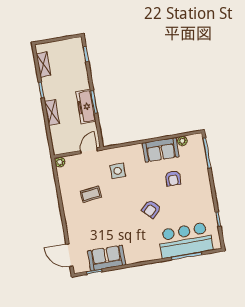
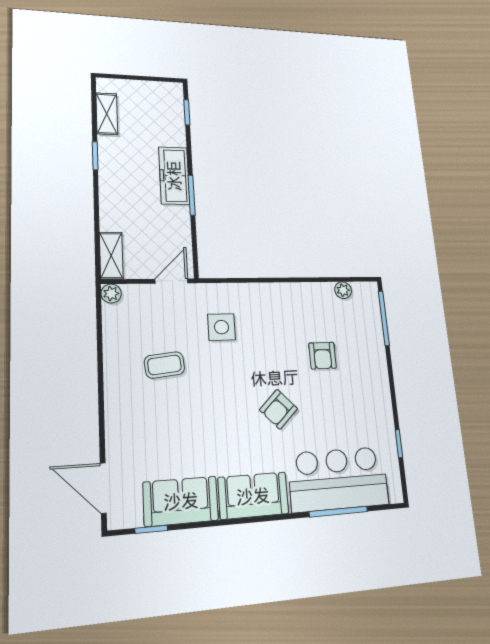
freezer: (86, 107) -> (174, 176), moved
shelving: (52, 112) -> (111, 255), moved
sofa: (161, 150) -> (253, 496), moved, turned 180

